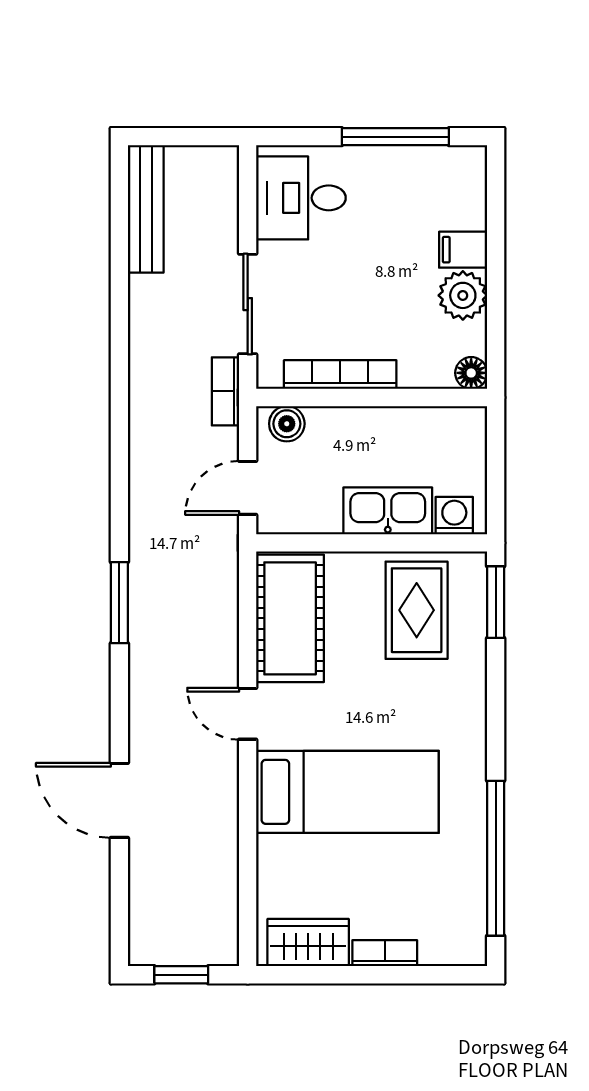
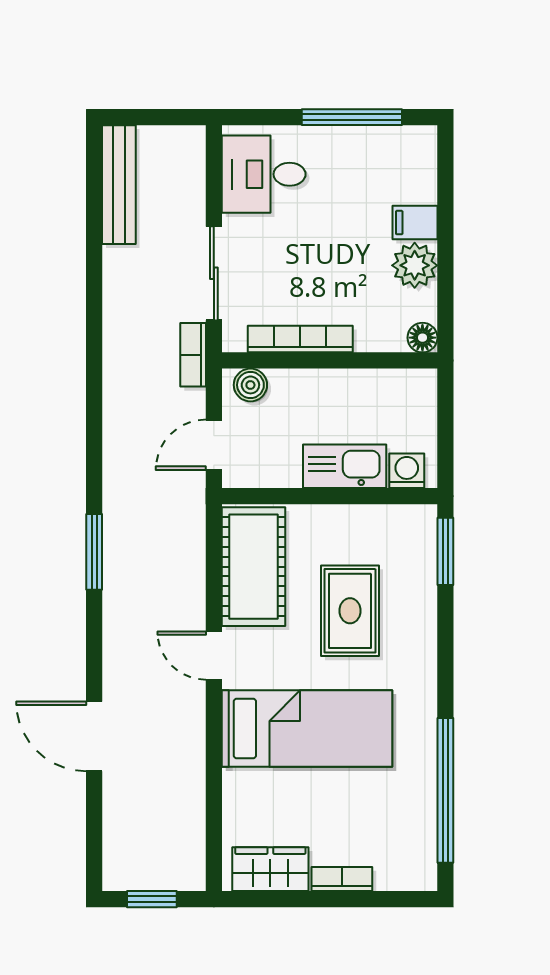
rug: (417, 610) -> (350, 611), moved

